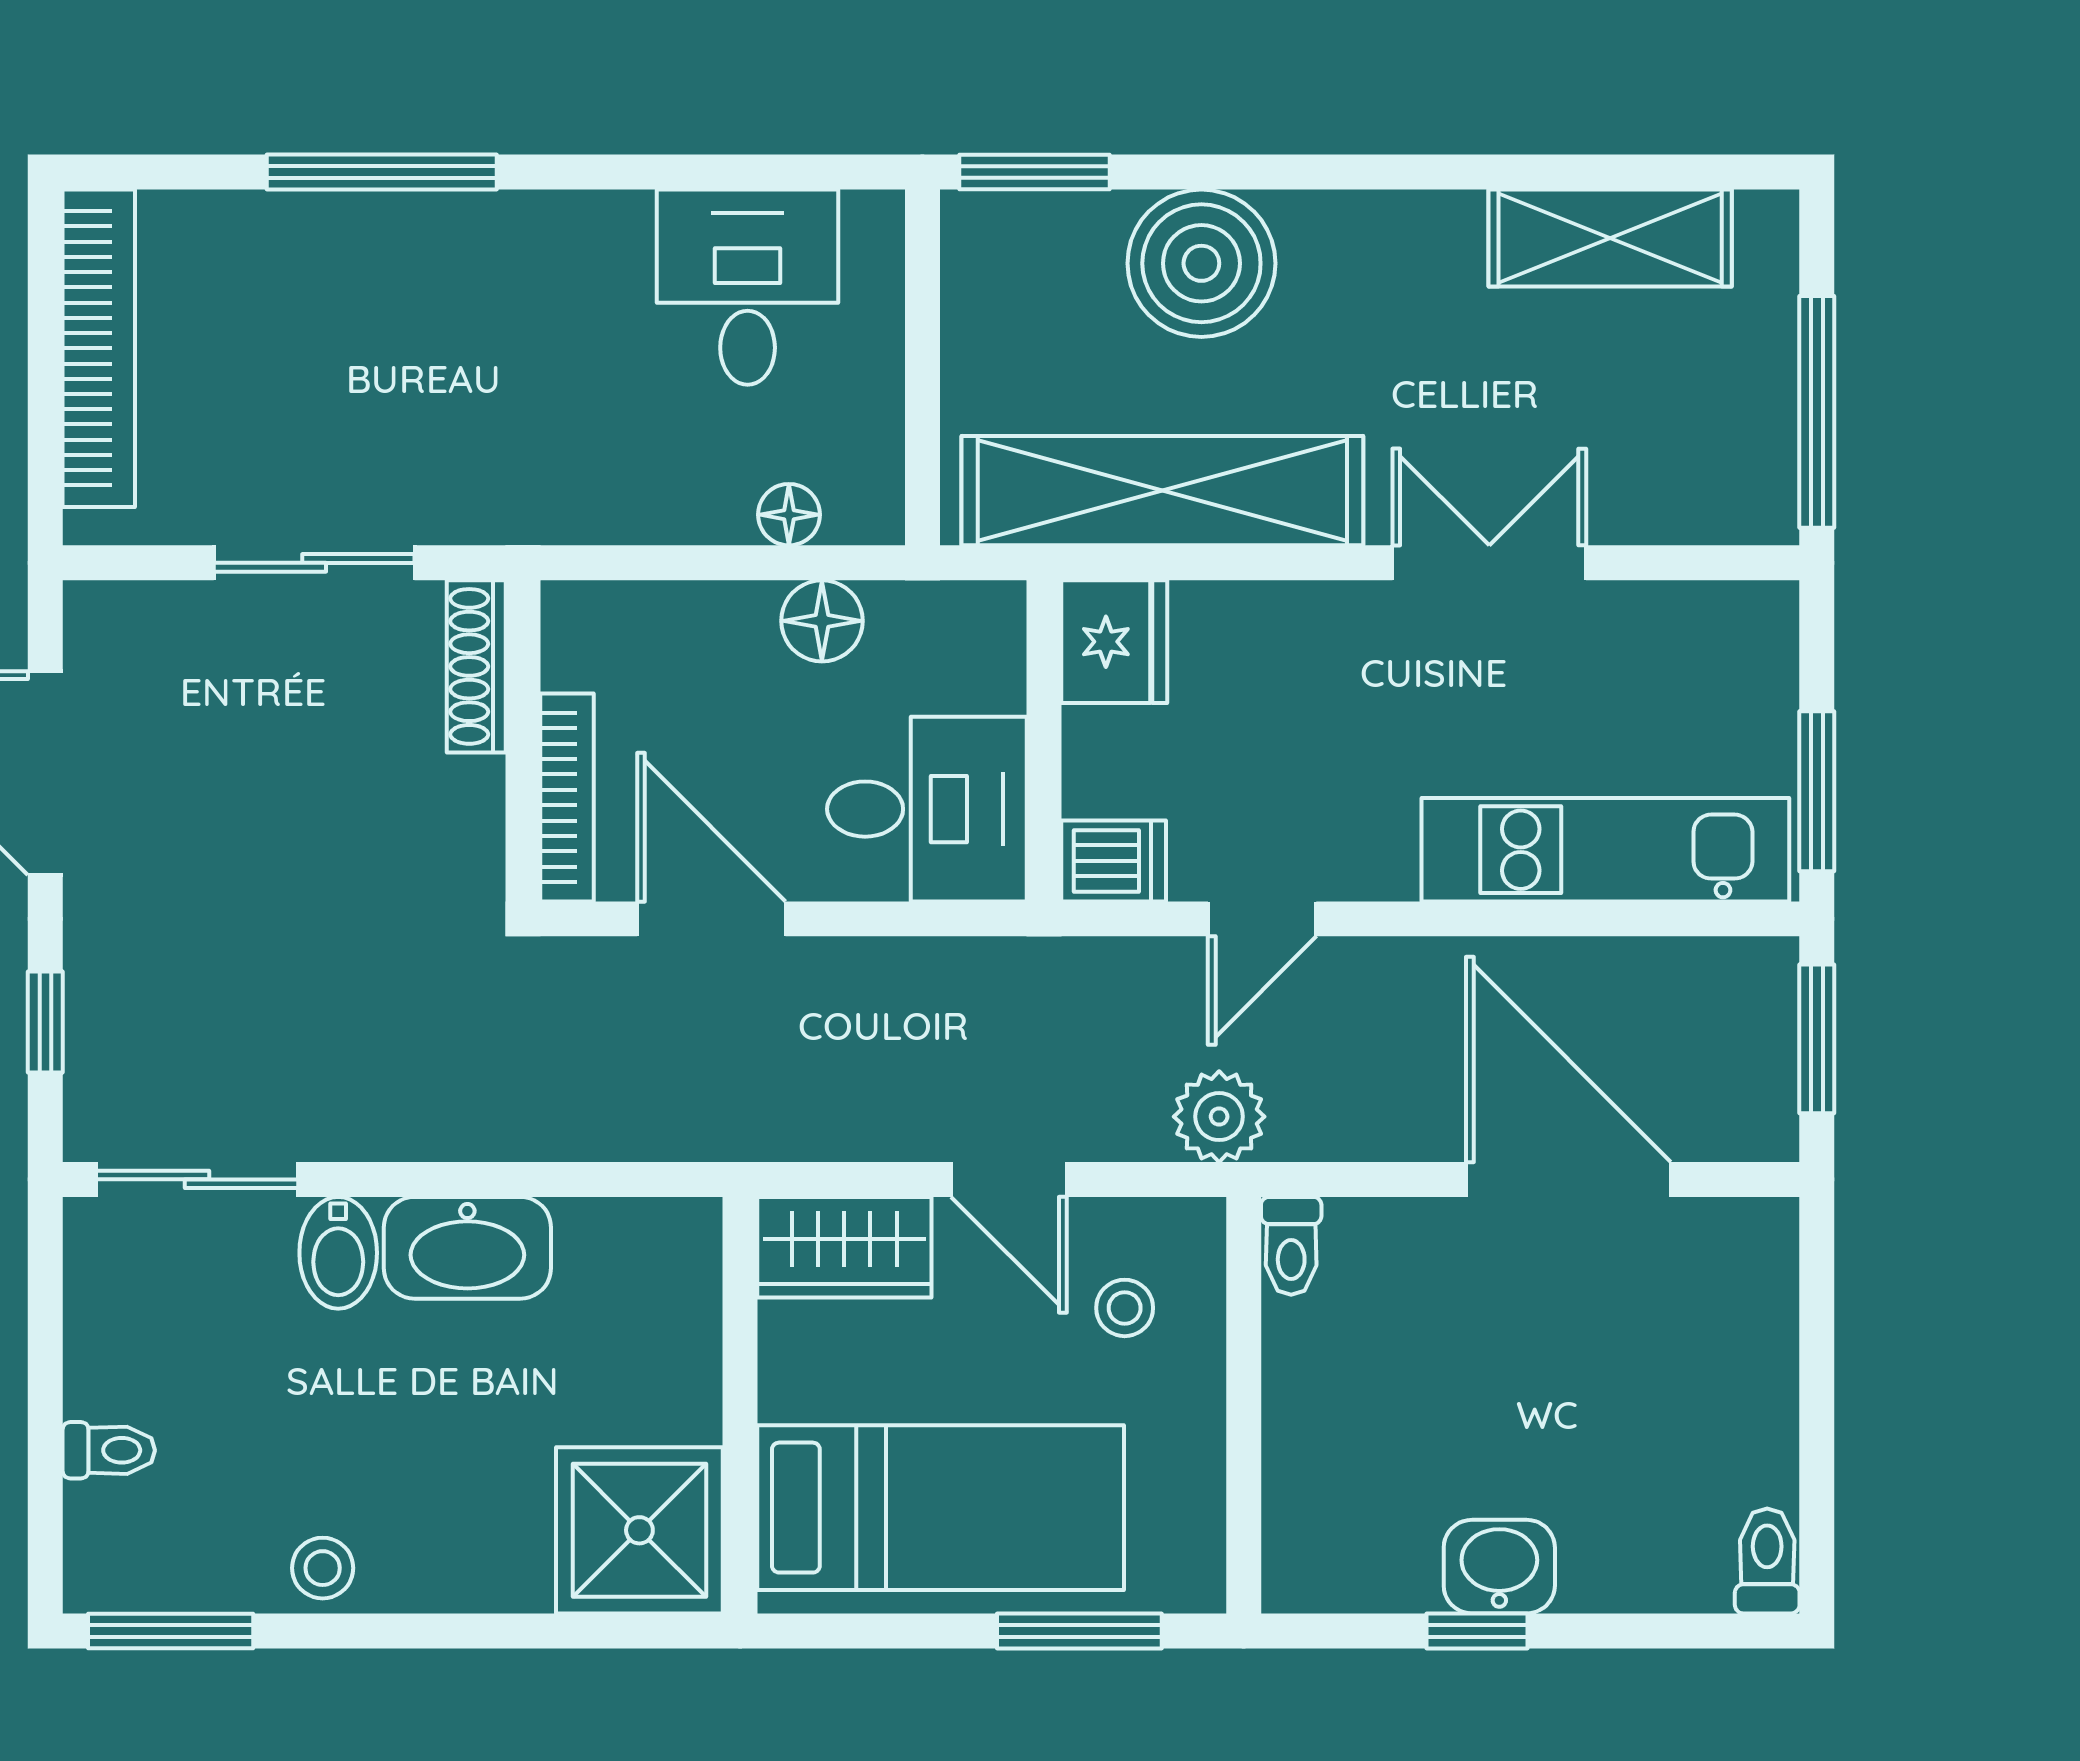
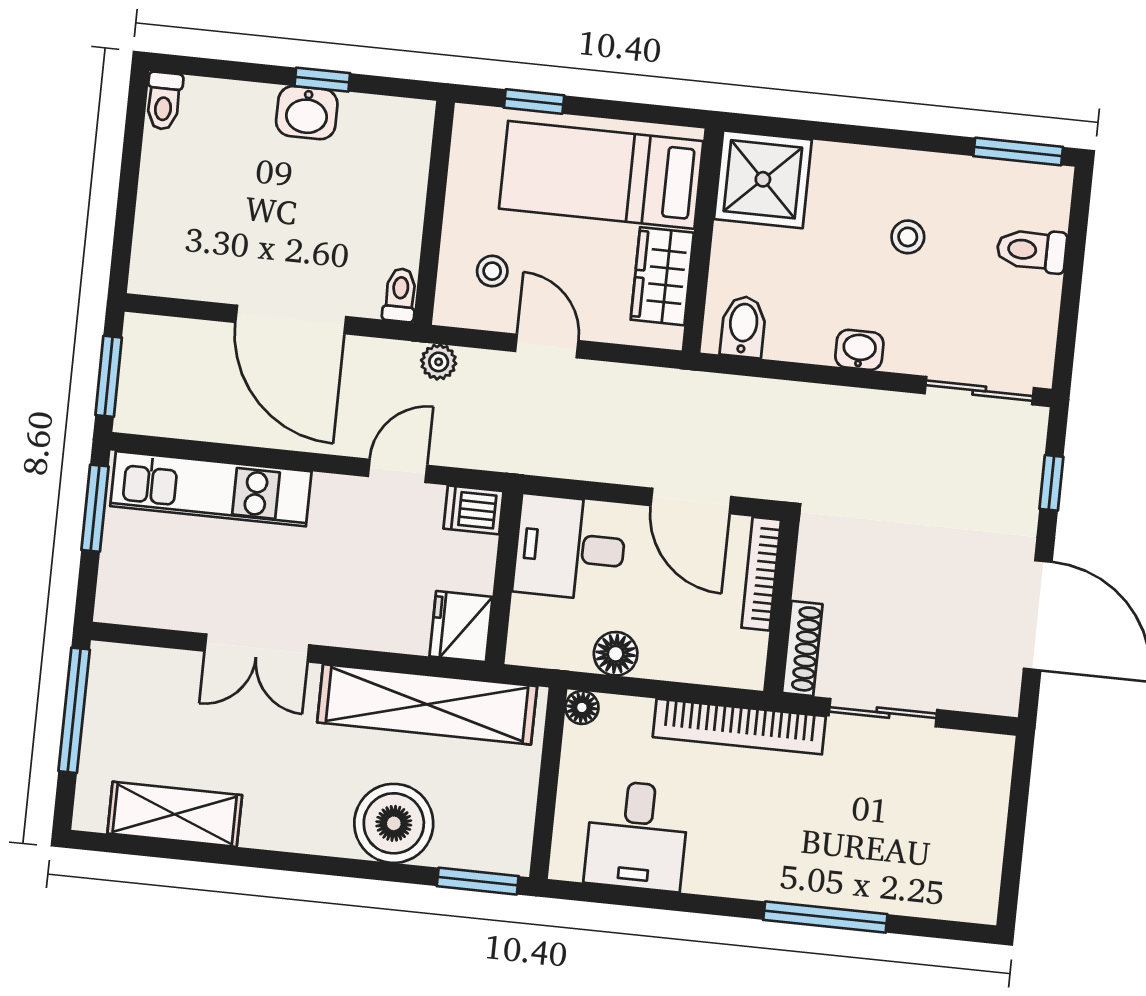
bookcase: (99, 348) -> (739, 727), moved, turned -90
floor lamp: (789, 515) -> (582, 707), moved
plant: (1219, 1117) -> (439, 362), width x0.73, depth x0.73
door: (1568, 1179) -> (291, 319), moved
wardrobe: (844, 1247) -> (662, 276), moved, turned -90
washbasin: (467, 1248) -> (859, 350), width x0.52, depth x0.69
bidet: (338, 1253) -> (743, 327), moved
toilet: (109, 1450) -> (1032, 250), width x1.37, depth x1.39
stool: (323, 1568) -> (908, 237), moved
window: (1079, 1631) -> (534, 102), width x0.67

